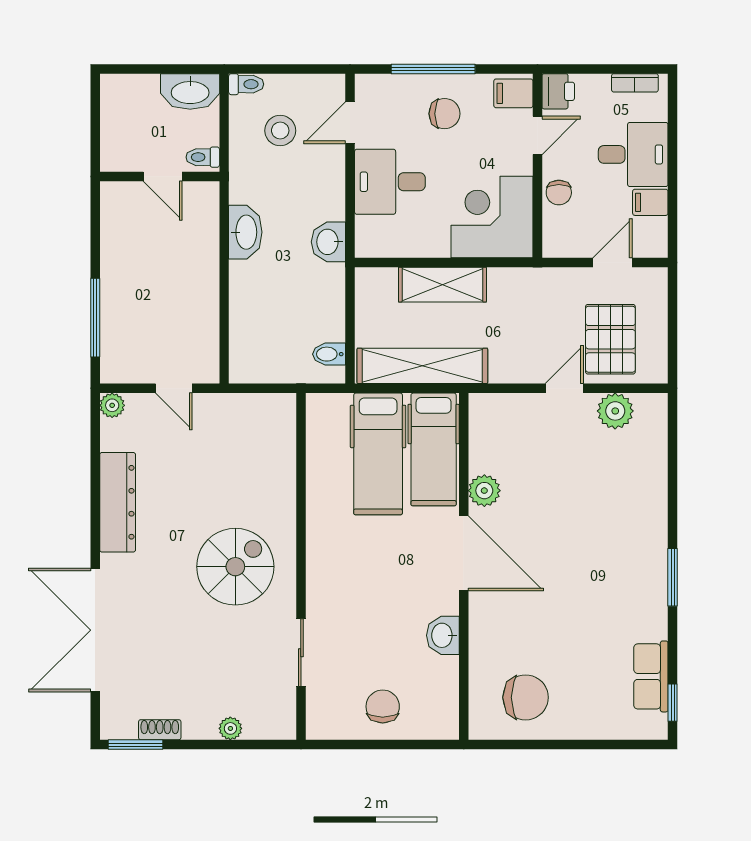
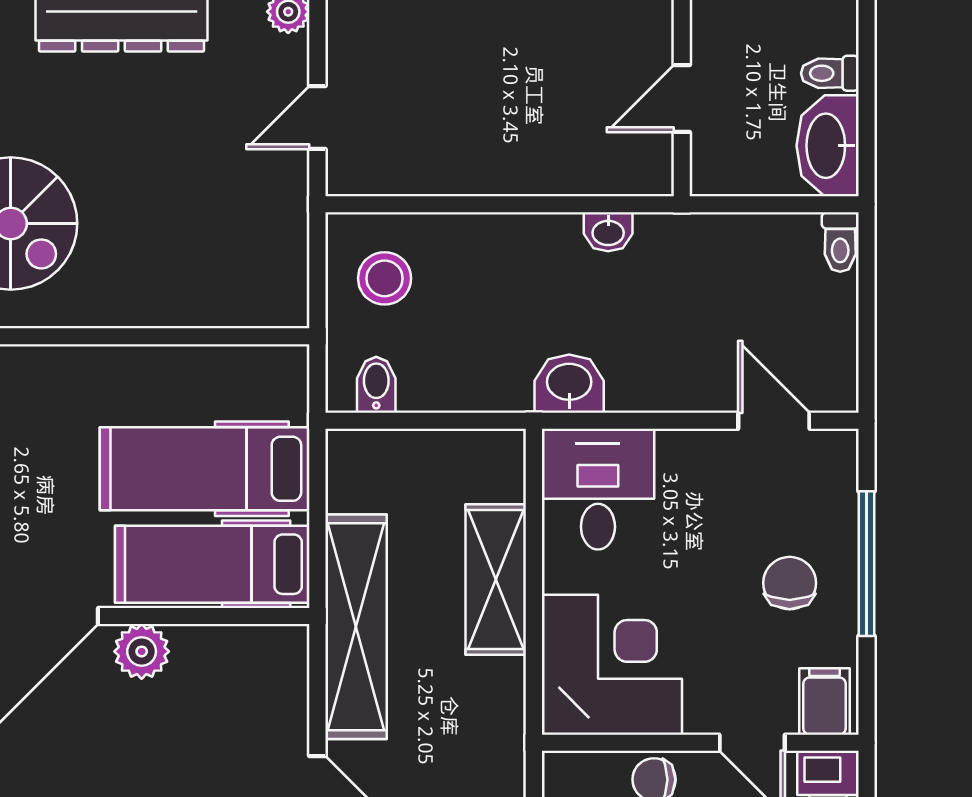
chair: (445, 114) -> (790, 583), turned 180
stool: (280, 131) -> (385, 278), moved
toilet: (203, 157) -> (830, 73), moved, turned -90
desk: (390, 182) -> (598, 489), moved
washbasin: (245, 232) -> (608, 232), width x0.52, depth x0.69
shelving: (422, 366) -> (356, 627), moved

